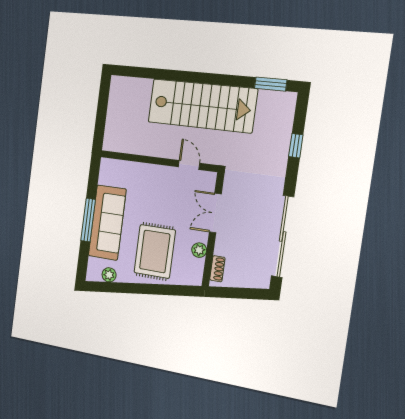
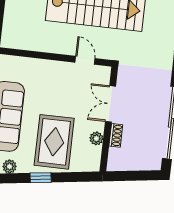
shoe rack: (217, 269) -> (116, 135), moved
window: (140, 289) -> (41, 178), added

